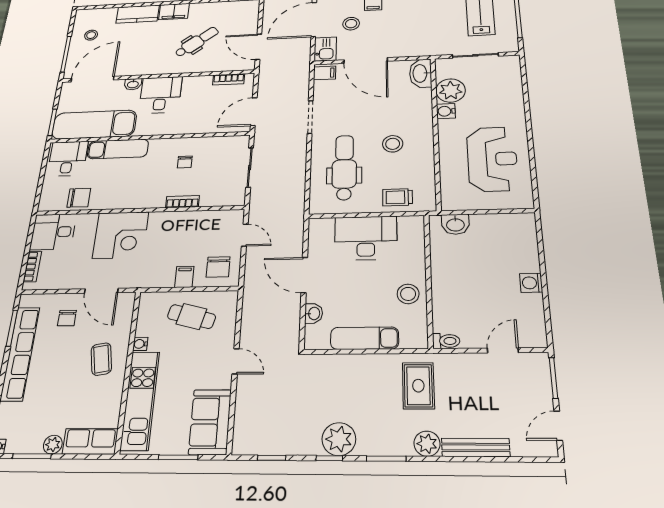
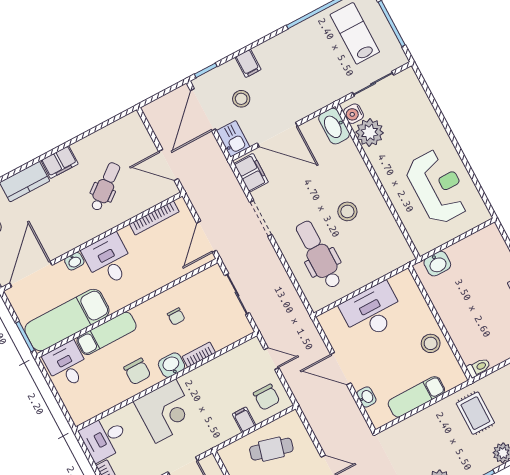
filing cabinet: (325, 73) -> (251, 173), width x2.00
bookcase: (229, 79) -> (154, 218), width x1.56
water cooler: (446, 111) -> (353, 114), moved
trolley: (398, 197) -> (378, 261), removed
chair: (79, 198) -> (137, 371), moved, turned 90
washbasin: (153, 199) -> (171, 365), added

